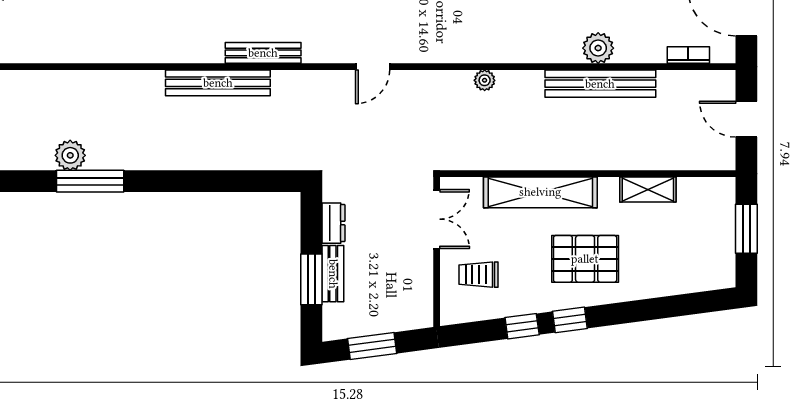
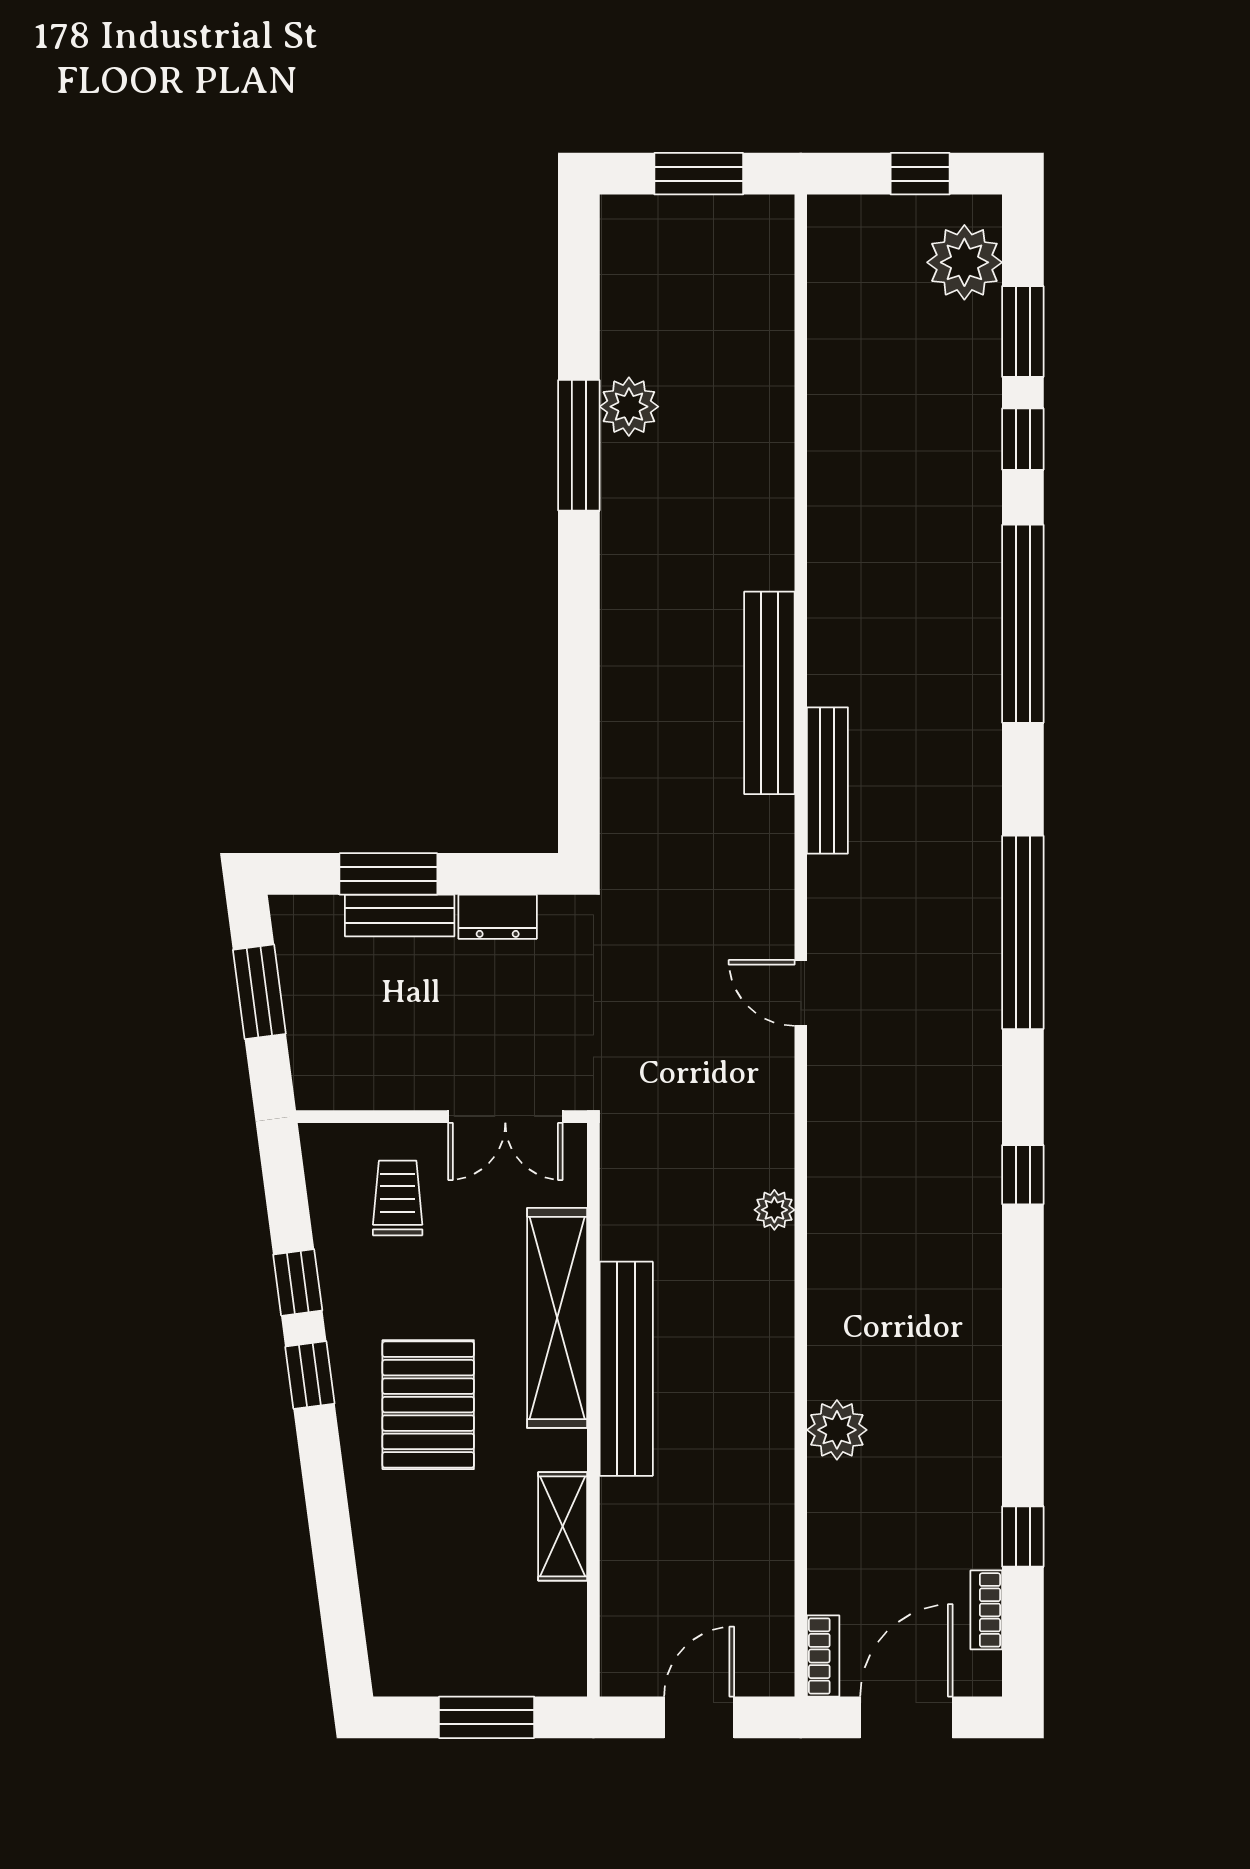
bookcase: (688, 55) -> (823, 1656), moved
bench: (600, 84) -> (626, 1369), moved

